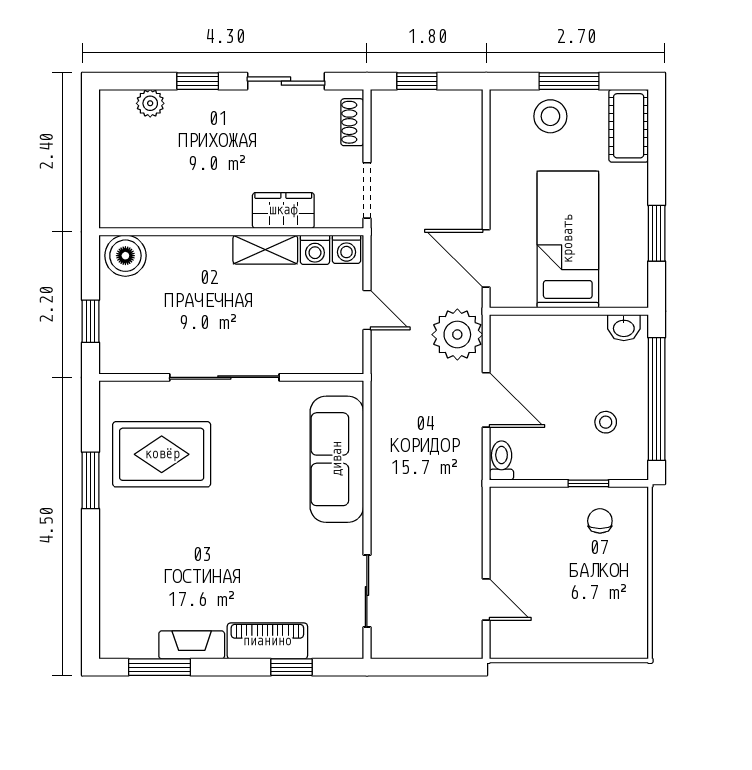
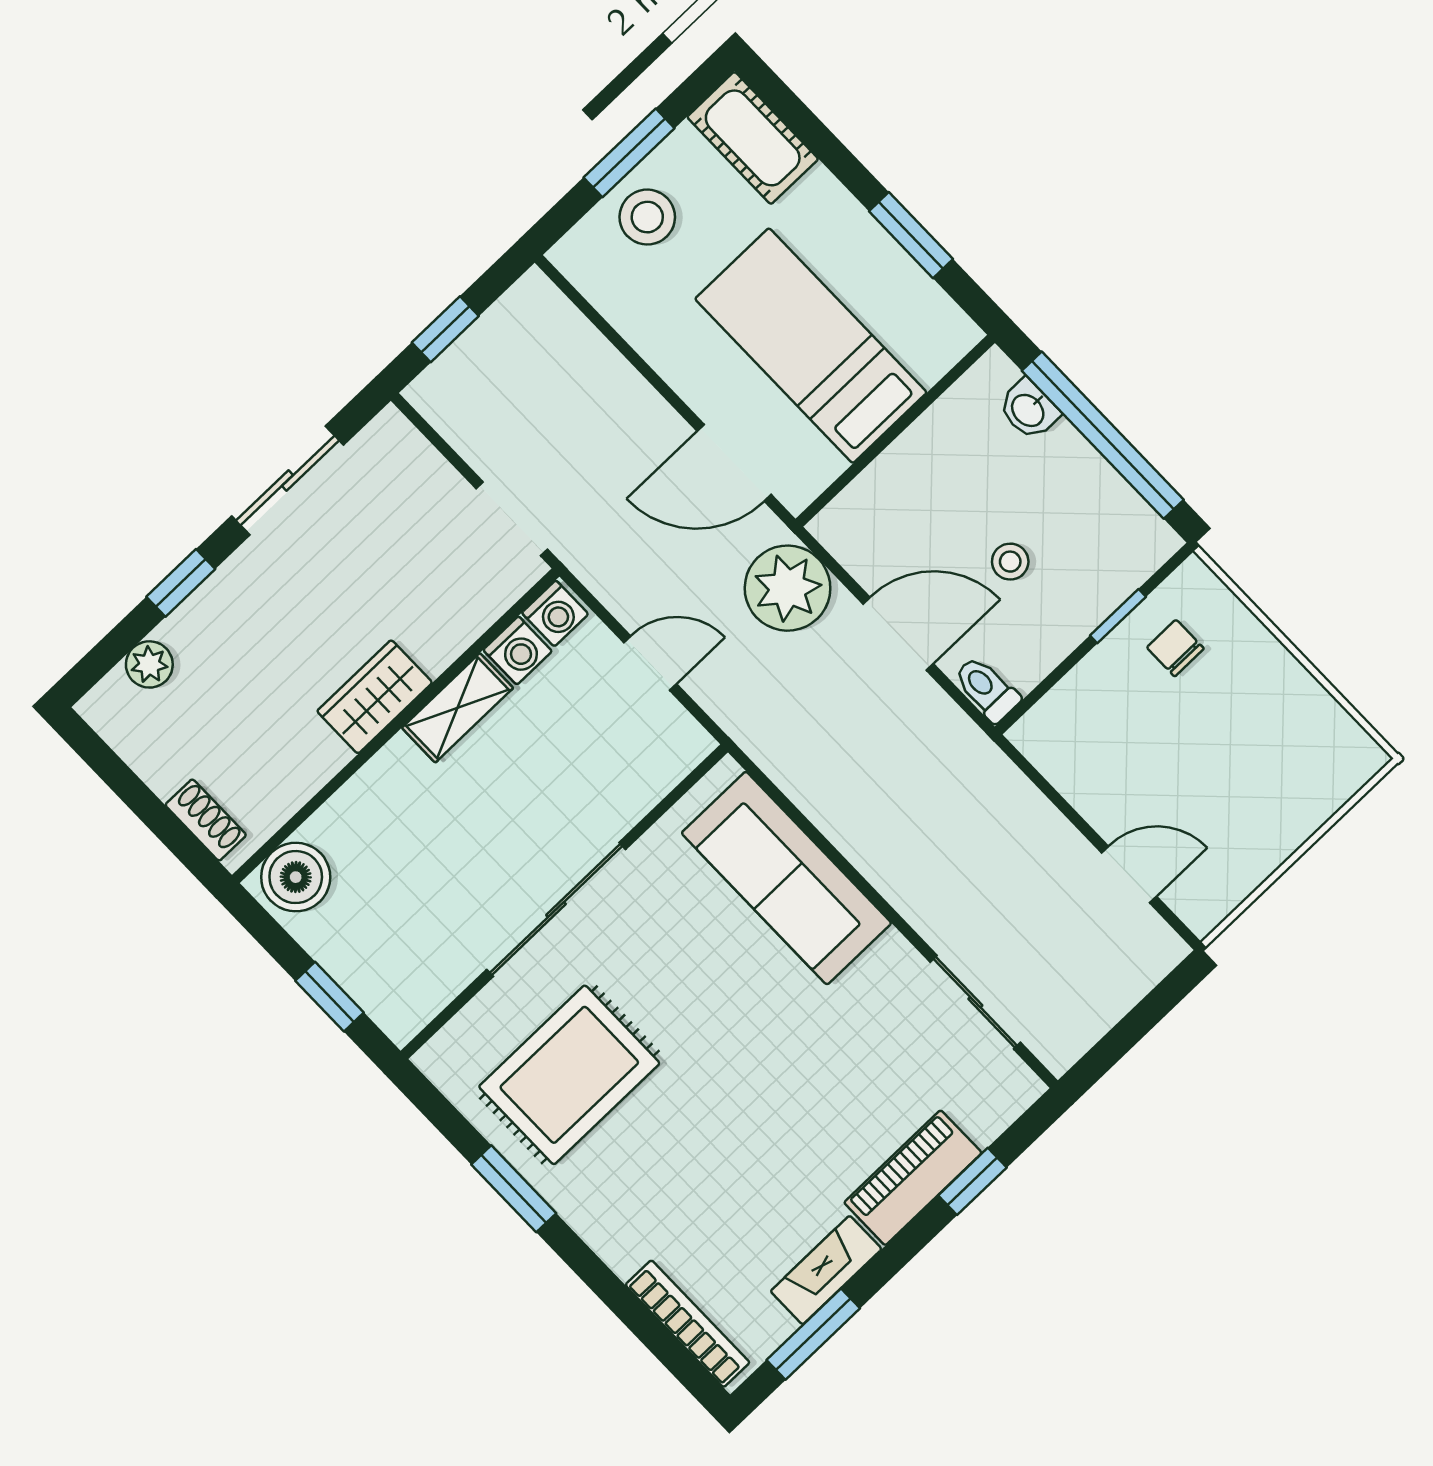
shoe rack: (352, 122) -> (206, 820), moved, turned 180
wardrobe: (283, 210) -> (375, 697), moved
washbasin: (624, 328) -> (1029, 410), moved, turned 90
stool: (606, 422) -> (1010, 562), moved
bookcase: (110, 611) -> (688, 1324), added

